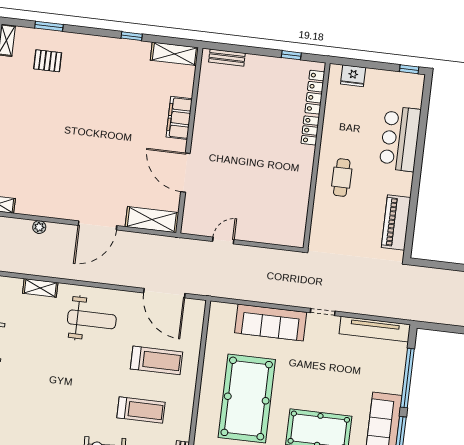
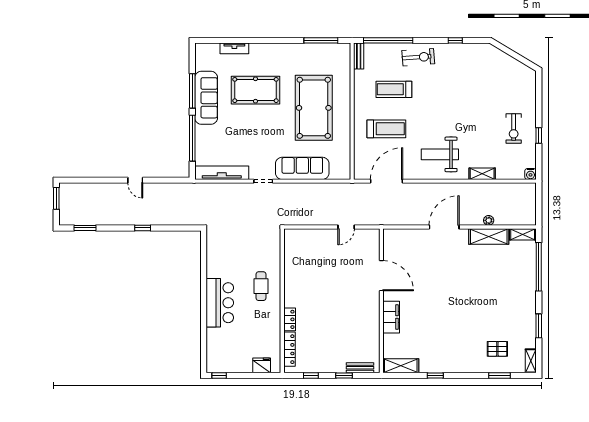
window: (249, 50) -> (344, 375), added
bar counter: (400, 139) -> (220, 303), moved
shelving: (152, 220) -> (489, 236), moved
piano: (396, 222) -> (215, 257), removed
door: (164, 293) -> (387, 181), hinge flipped
treadmill: (157, 360) -> (386, 129), turned 180

